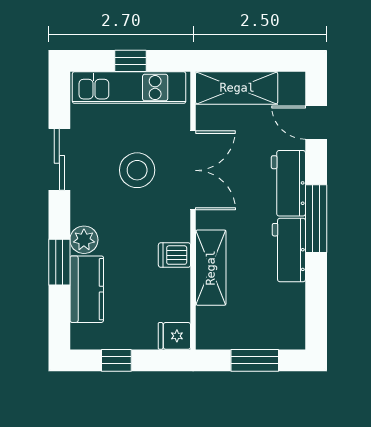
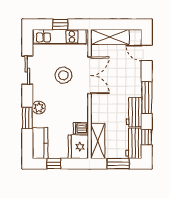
workbench: (288, 183) -> (134, 143), moved
dishwasher: (174, 255) -> (81, 128), moved
shelving: (211, 268) -> (98, 141), moved
kitchen counter: (87, 289) -> (40, 143), moved
window: (316, 304) -> (147, 137), added
fridge: (174, 336) -> (78, 147), width x1.88, depth x1.34

